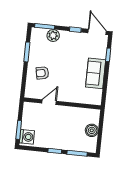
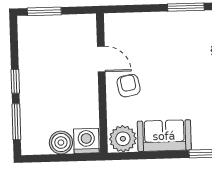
armchair: (42, 73) -> (129, 86), moved
plant: (94, 96) -> (123, 139), added
washing machine: (27, 137) -> (86, 141), moved, turned 180

